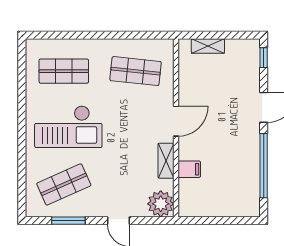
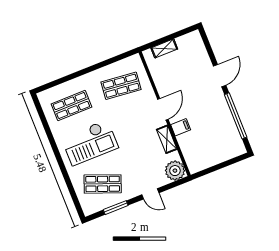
window: (264, 58) -> (206, 41), removed
filing cabinet: (189, 169) -> (181, 127), moved
shop shelf: (64, 184) -> (103, 184), turned 45

